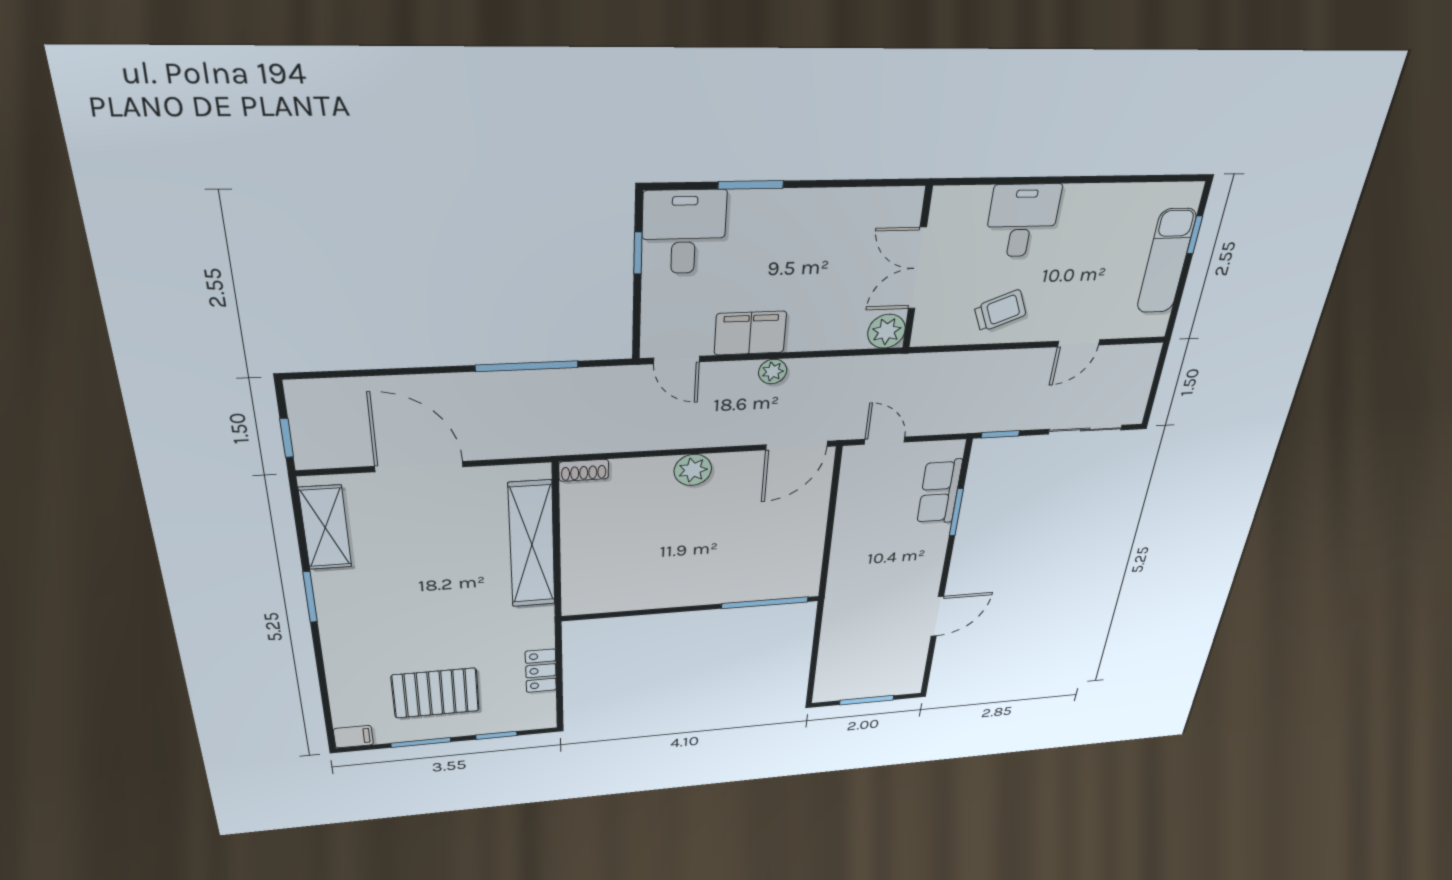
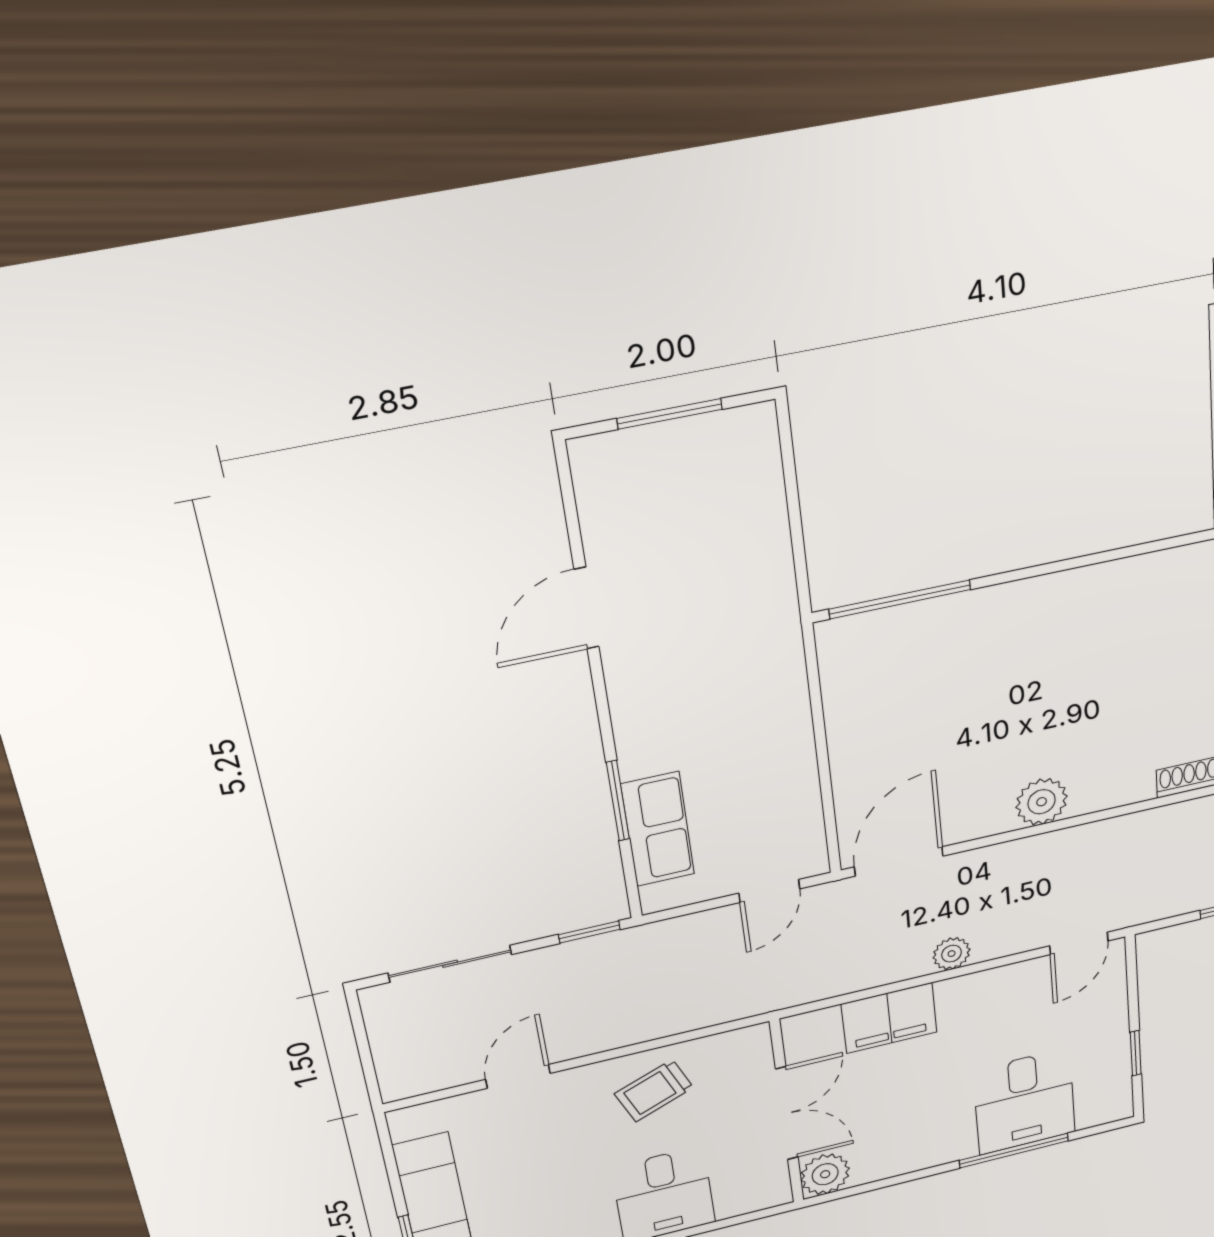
window: (751, 185) -> (1014, 1151), width x1.44
desk: (684, 232) -> (1024, 1101), moved
plant: (886, 331) -> (825, 1174), moved
filing cabinet: (750, 333) -> (889, 1018), moved
door: (677, 360) -> (1079, 943), swing flipped
door: (885, 441) -> (769, 891), hinge flipped

